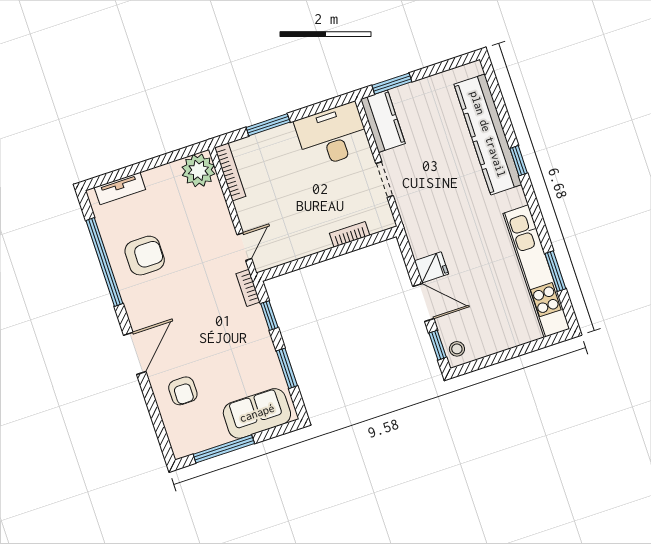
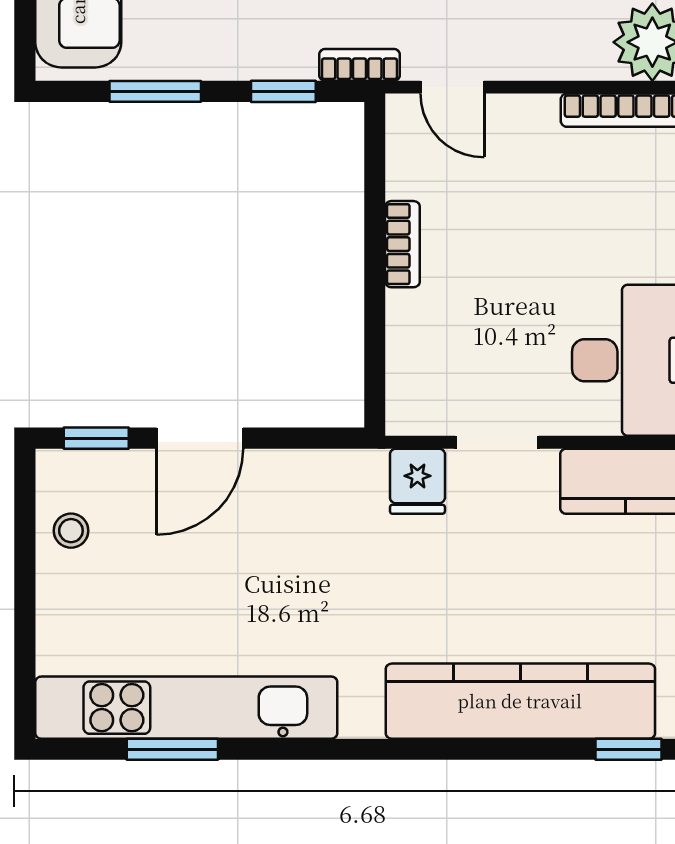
window: (519, 161) -> (628, 749), moved
bookcase: (350, 234) -> (402, 244), moved
fridge: (431, 267) -> (417, 481), moved
stool: (457, 349) -> (71, 531), moved

